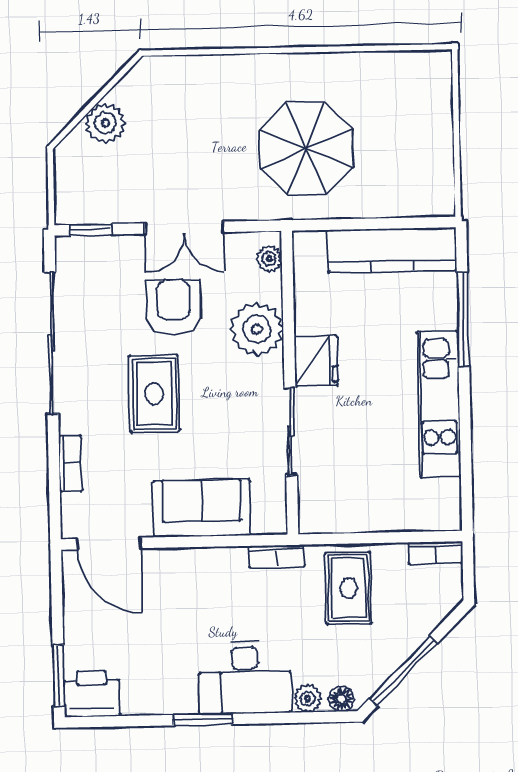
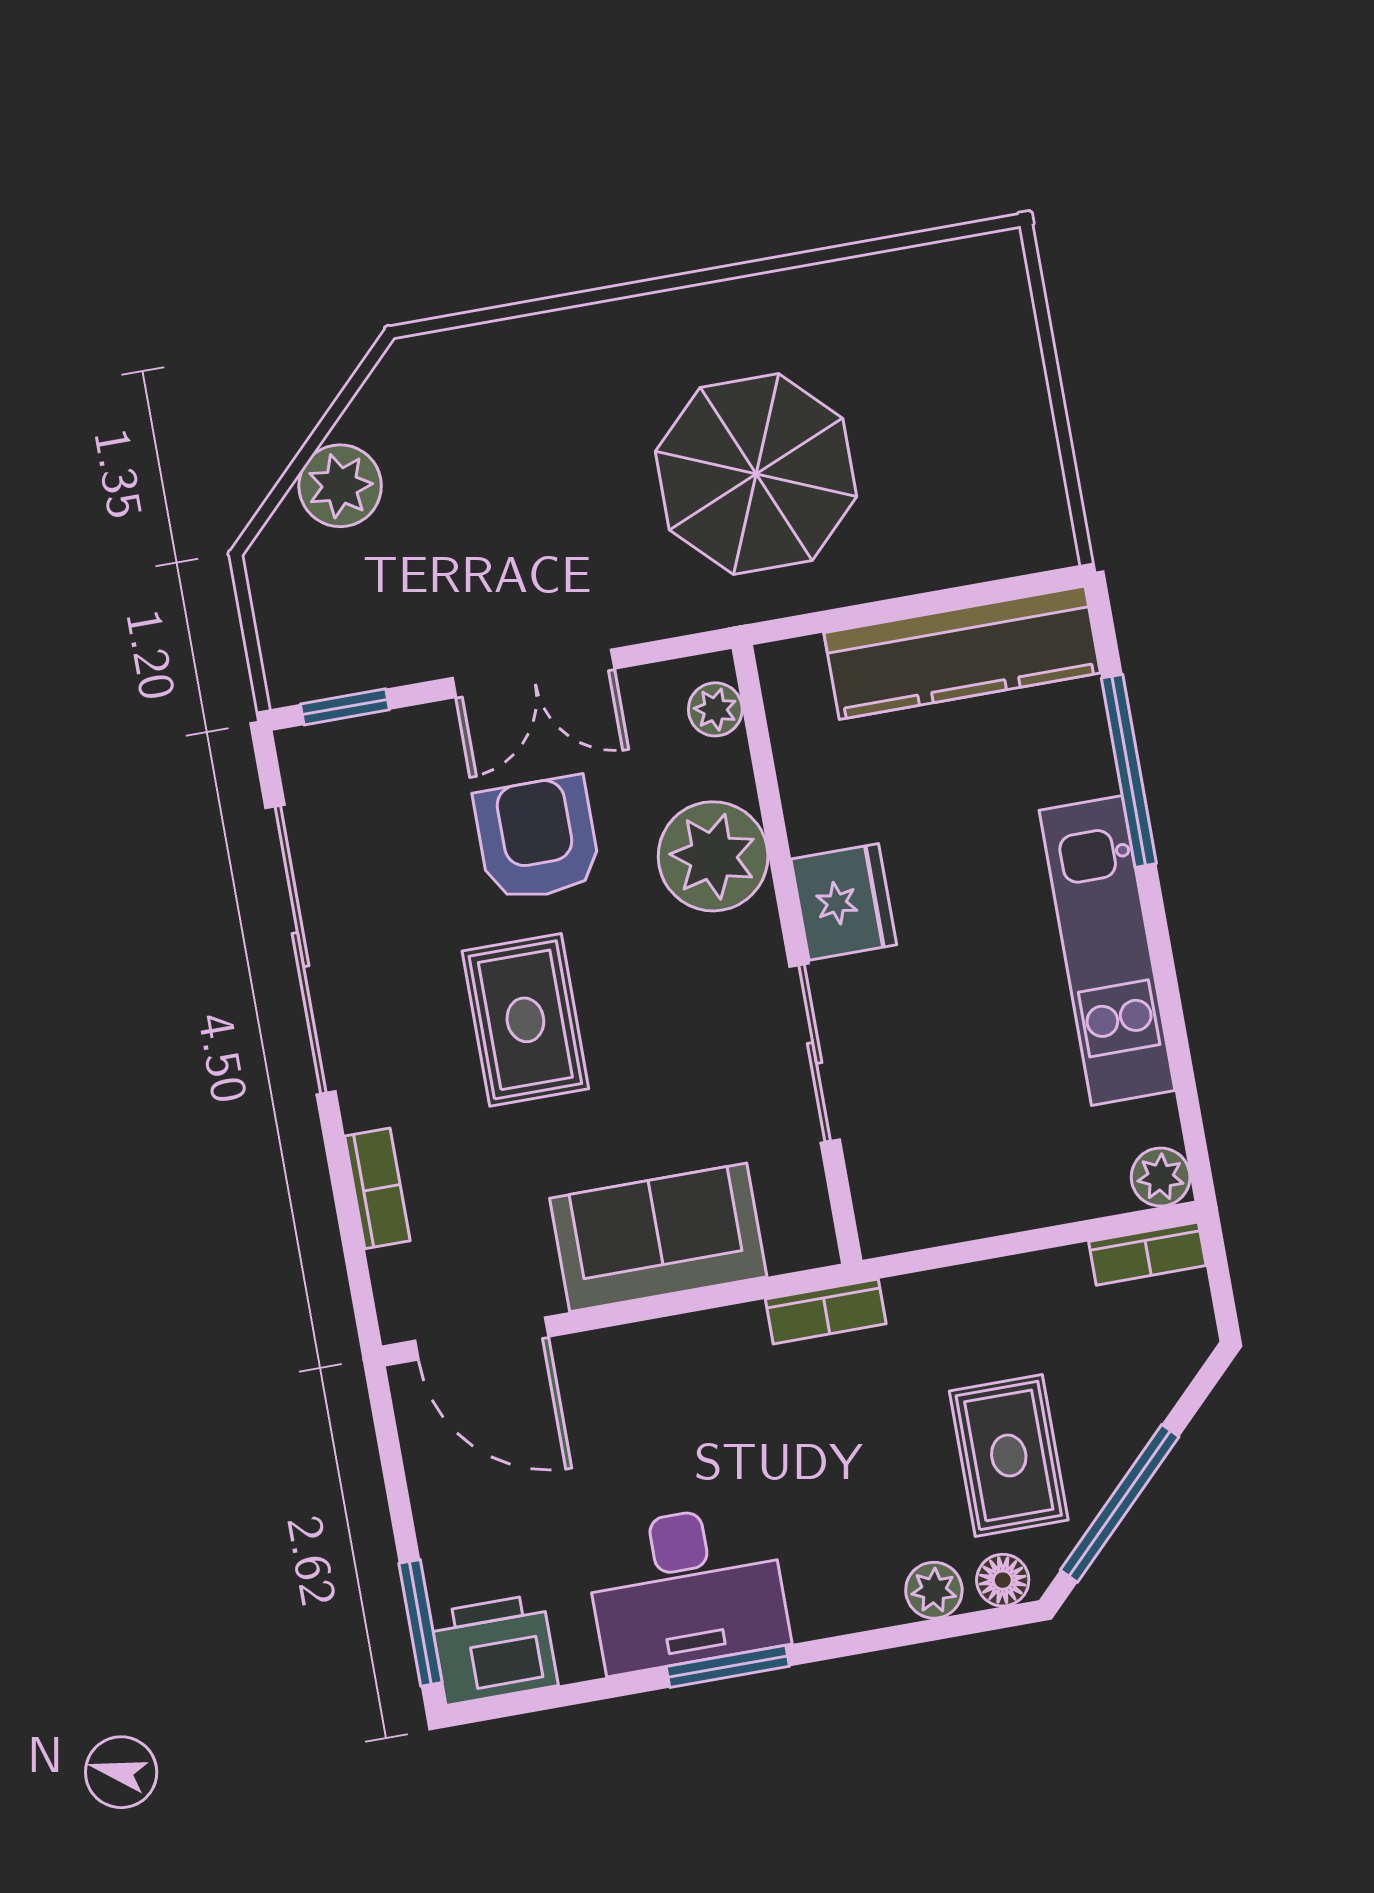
plant: (448, 517) -> (1161, 1177), added
rug: (348, 588) -> (1009, 1456), moved
desk: (245, 678) -> (686, 1588), moved

